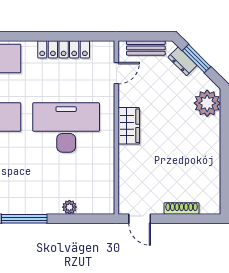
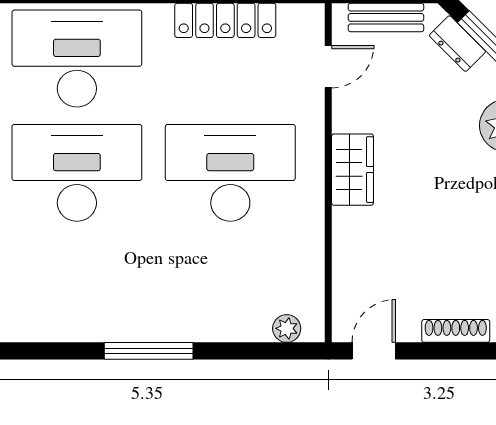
plant: (69, 207) -> (287, 328), moved
door: (140, 219) -> (374, 351), swing flipped

